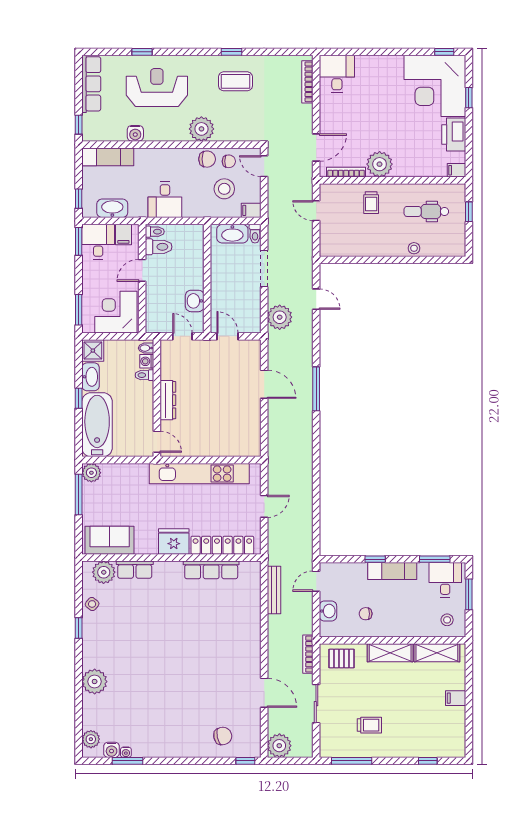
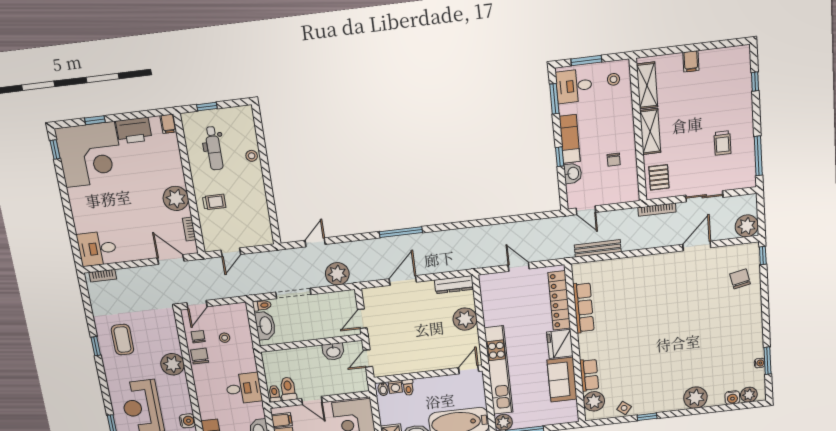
bookcase: (307, 82) -> (103, 276), width x0.64
bookcase: (346, 172) -> (189, 229), width x0.64
stool: (224, 189) -> (225, 338), width x0.53, depth x0.53
filing cabinet: (251, 210) -> (241, 312), removed
dresser: (168, 400) -> (454, 285), moved, turned 180
plant: (214, 444) -> (465, 319), added
kitchen unit: (199, 474) -> (499, 370), moved
sofa: (110, 540) -> (562, 380), moved
washbasin: (328, 611) -> (573, 173), moved, turned 90
trolley: (369, 725) -> (722, 143), turned 180
water cooler: (112, 750) -> (732, 398), moved, turned 90

